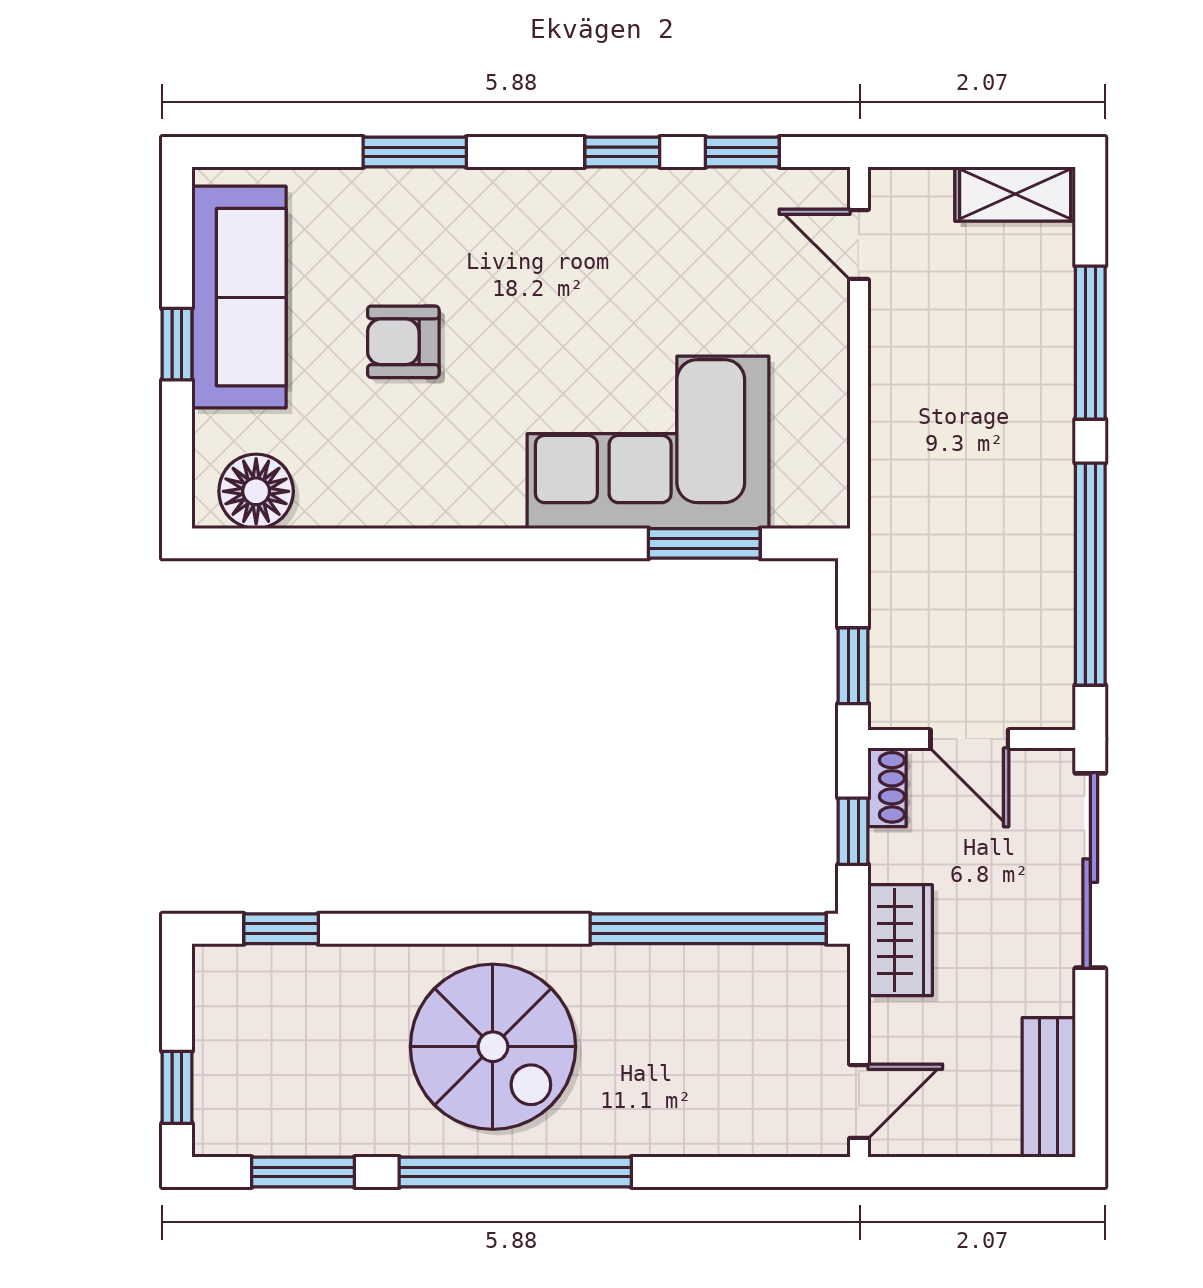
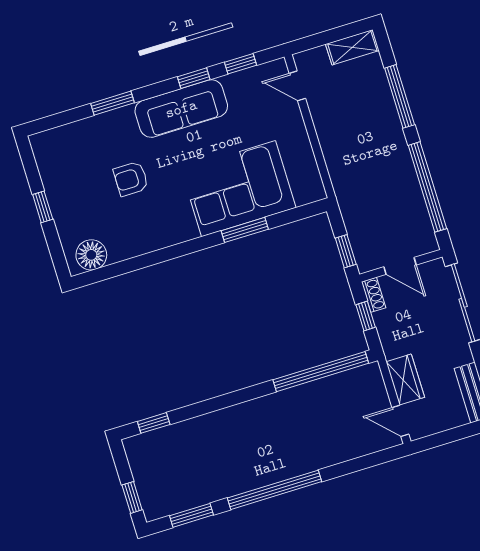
sofa: (239, 297) -> (181, 109), moved, turned 90
window: (704, 543) -> (245, 230), moved
wardrobe: (900, 940) -> (405, 380), moved
spiral stairs: (493, 1047) -> (251, 444), removed
door: (859, 1101) -> (400, 421), swing flipped

